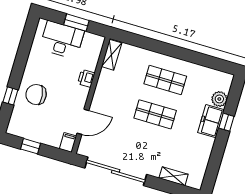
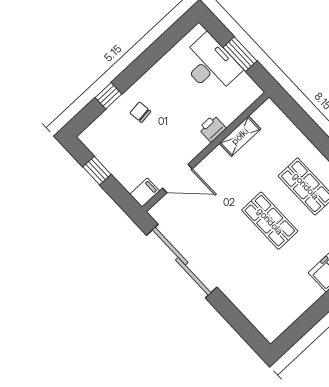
shelving: (112, 55) -> (240, 136), moved
chair: (36, 94) -> (140, 112), width x0.54, depth x0.54
shelving: (174, 176) -> (248, 308), removed

